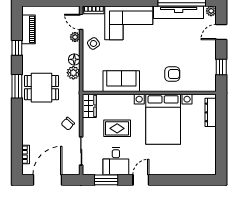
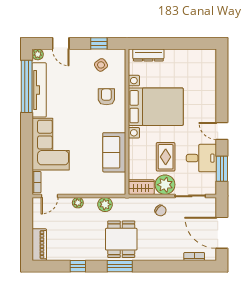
piano: (28, 29) -> (39, 245), moved, turned 90
plant: (75, 37) -> (78, 203), moved
side table: (93, 43) -> (101, 65), moved
floor lamp: (74, 59) -> (91, 203), removed
plant: (92, 128) -> (165, 185), added

